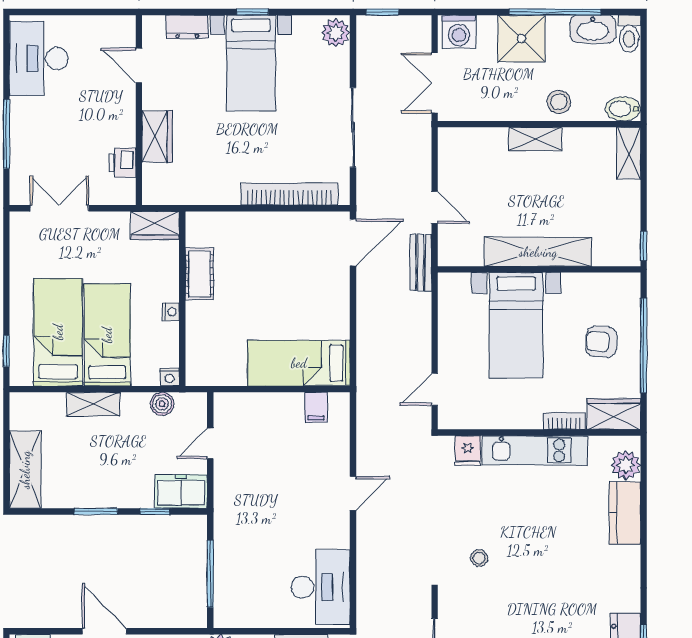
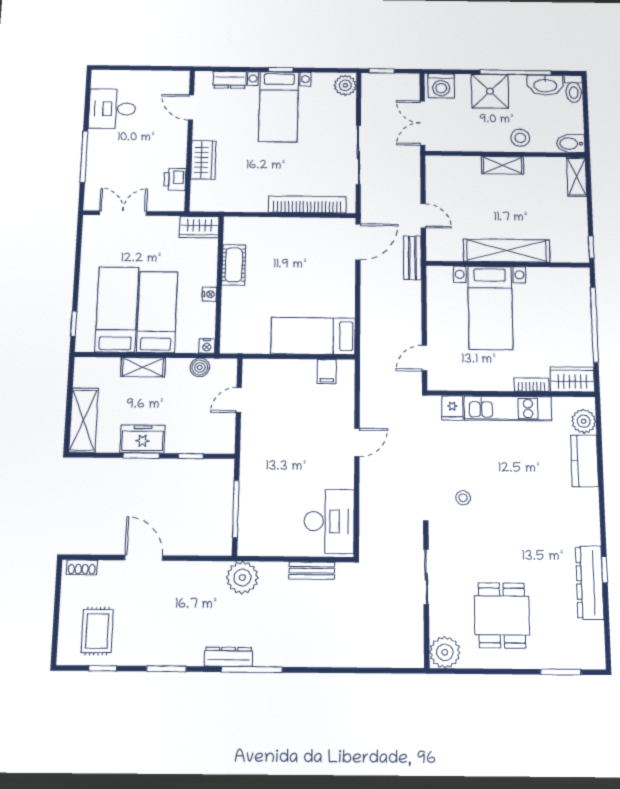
desk: (39, 59) -> (112, 109), width x0.73
armchair: (601, 342) -> (560, 322), removed
freezer: (181, 491) -> (143, 439), moved

